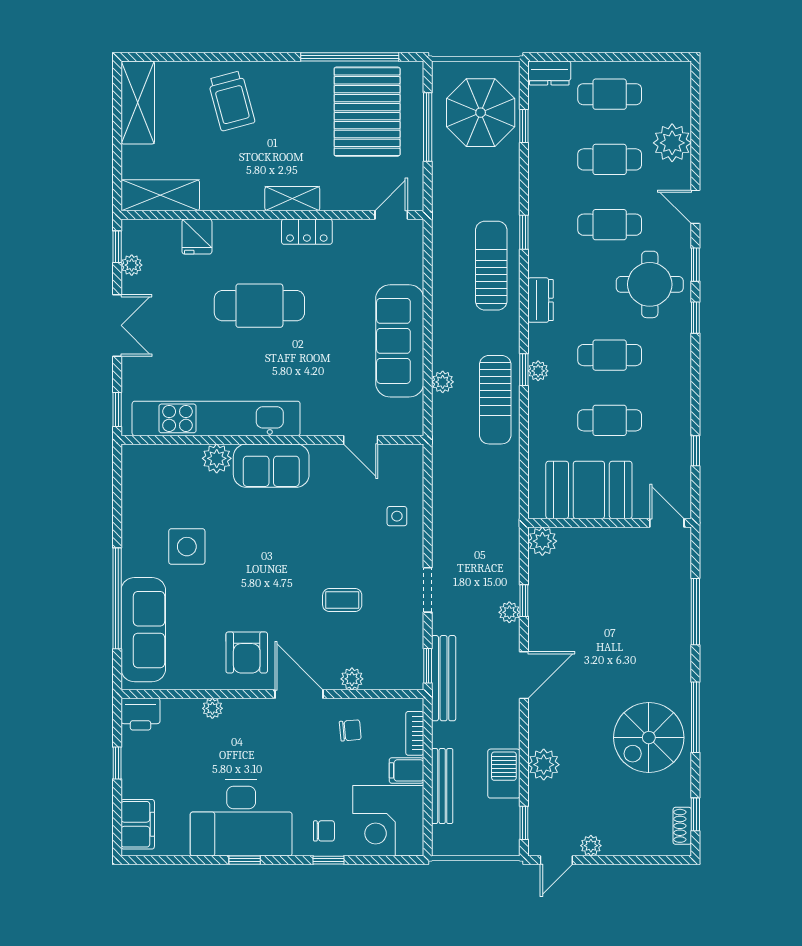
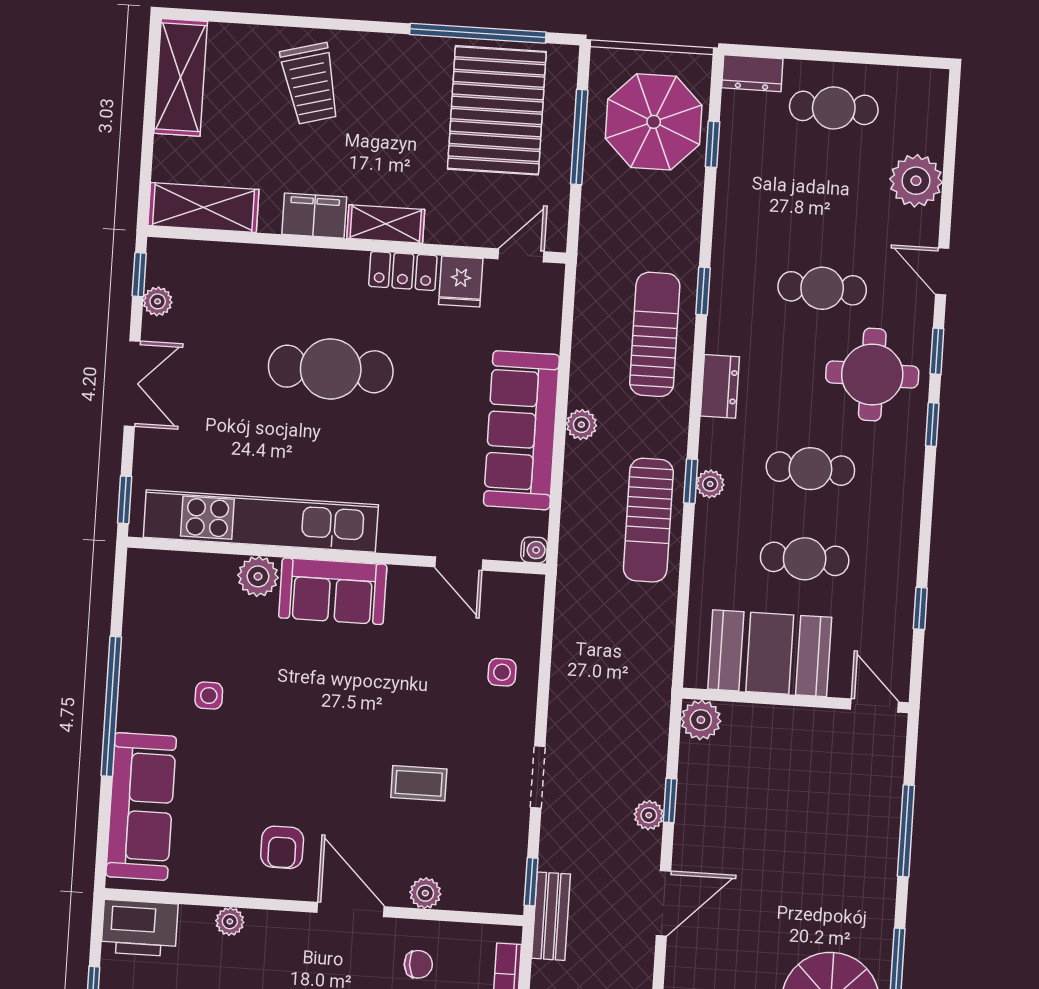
cafe table: (610, 159) -> (828, 198), removed
filing cabinet: (240, 196) -> (314, 216), added
fridge: (197, 237) -> (461, 282), moved
plant: (443, 382) -> (581, 425), moved
water cooler: (414, 427) -> (534, 550), added
side table: (187, 547) -> (209, 696), width x0.54, depth x0.54
window: (117, 598) -> (111, 706), moved
armchair: (247, 653) -> (282, 847), width x0.72, depth x0.72
bench: (444, 678) -> (551, 916), width x0.73
printer: (140, 714) -> (139, 928), width x1.37, depth x1.19

